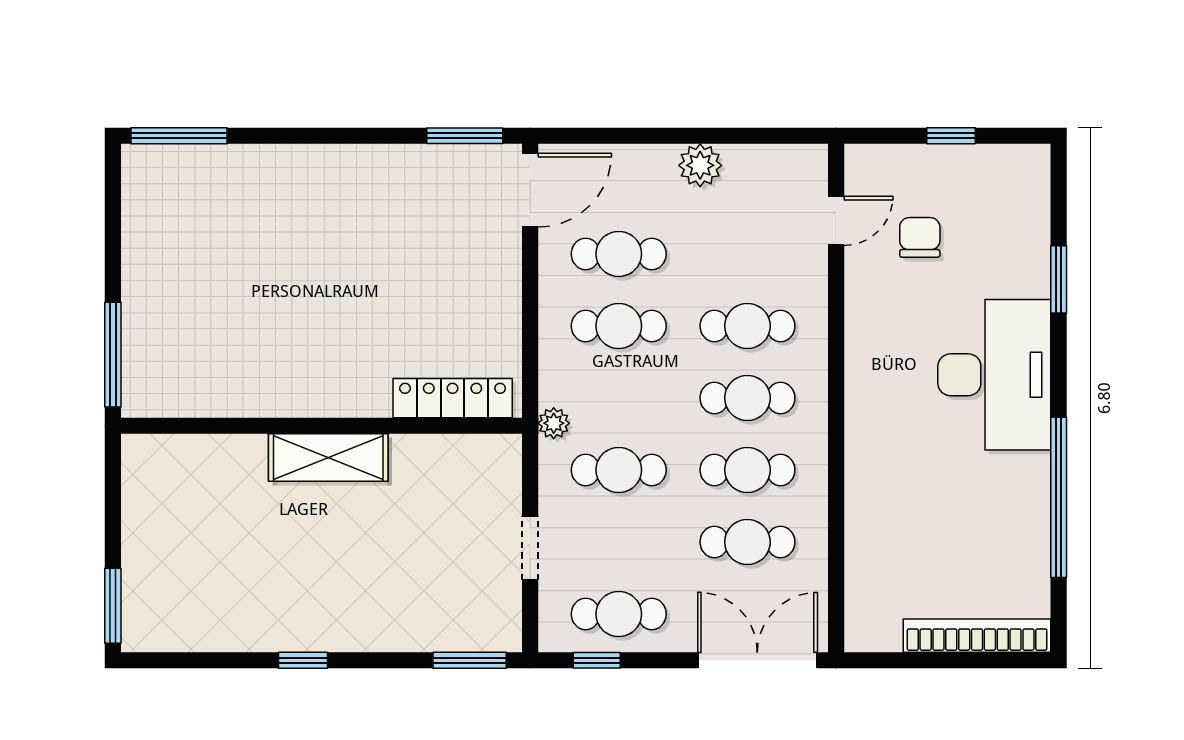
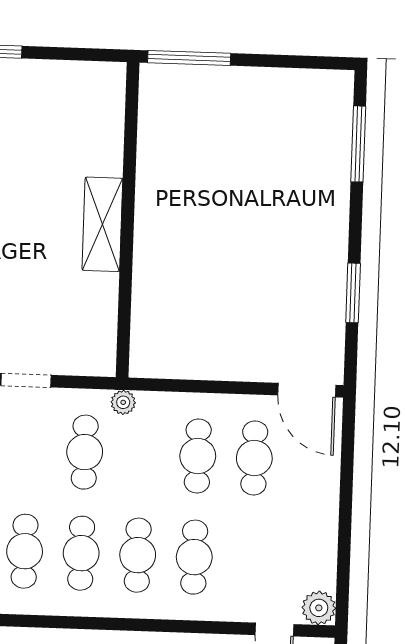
window: (179, 136) -> (358, 144), moved
window: (465, 136) -> (353, 293), moved
plant: (700, 165) -> (319, 608), moved
locker: (453, 398) -> (146, 324), removed

